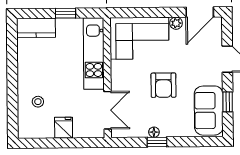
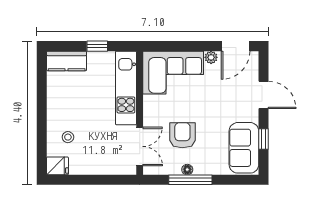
armchair: (163, 85) -> (182, 135), moved, turned 180
fridge: (64, 128) -> (57, 166), moved, turned 90
window: (157, 142) -> (190, 180), width x2.17

